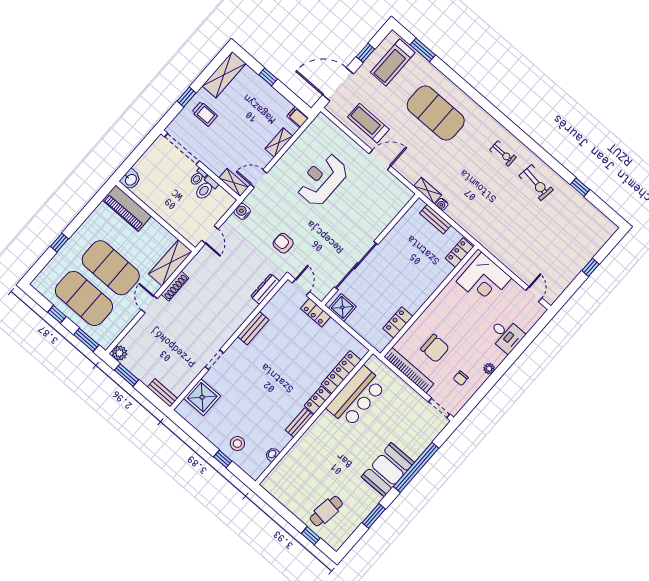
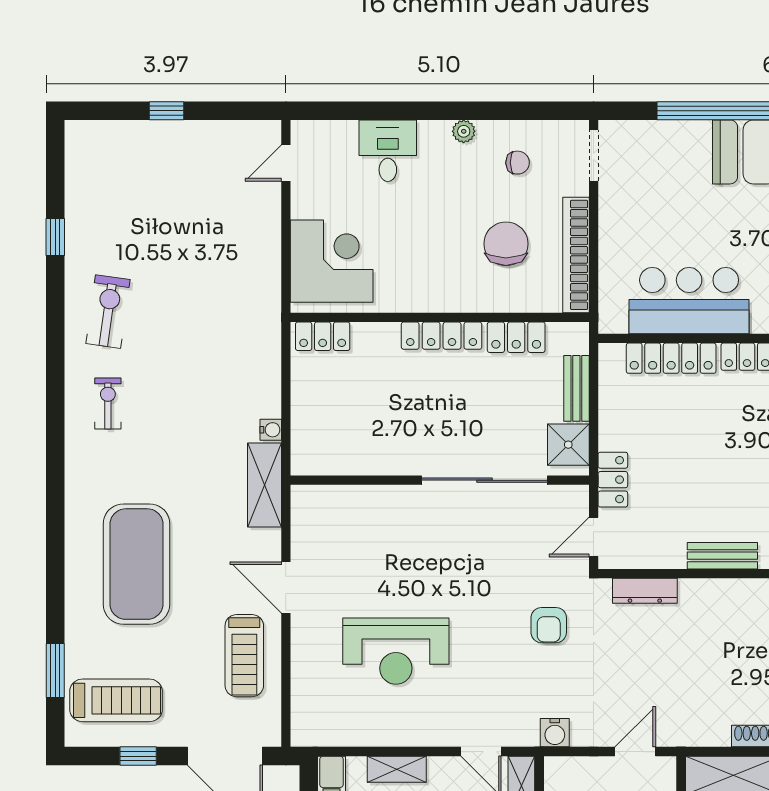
shelving: (428, 190) -> (265, 485), width x1.50, depth x1.33
bench: (435, 219) -> (576, 388), moved
locker: (422, 296) -> (442, 336), added

